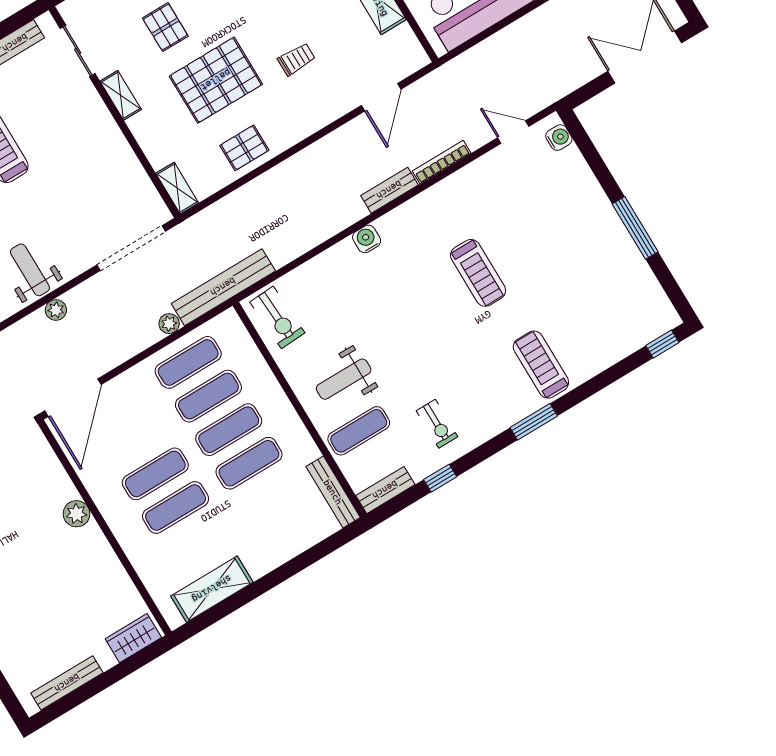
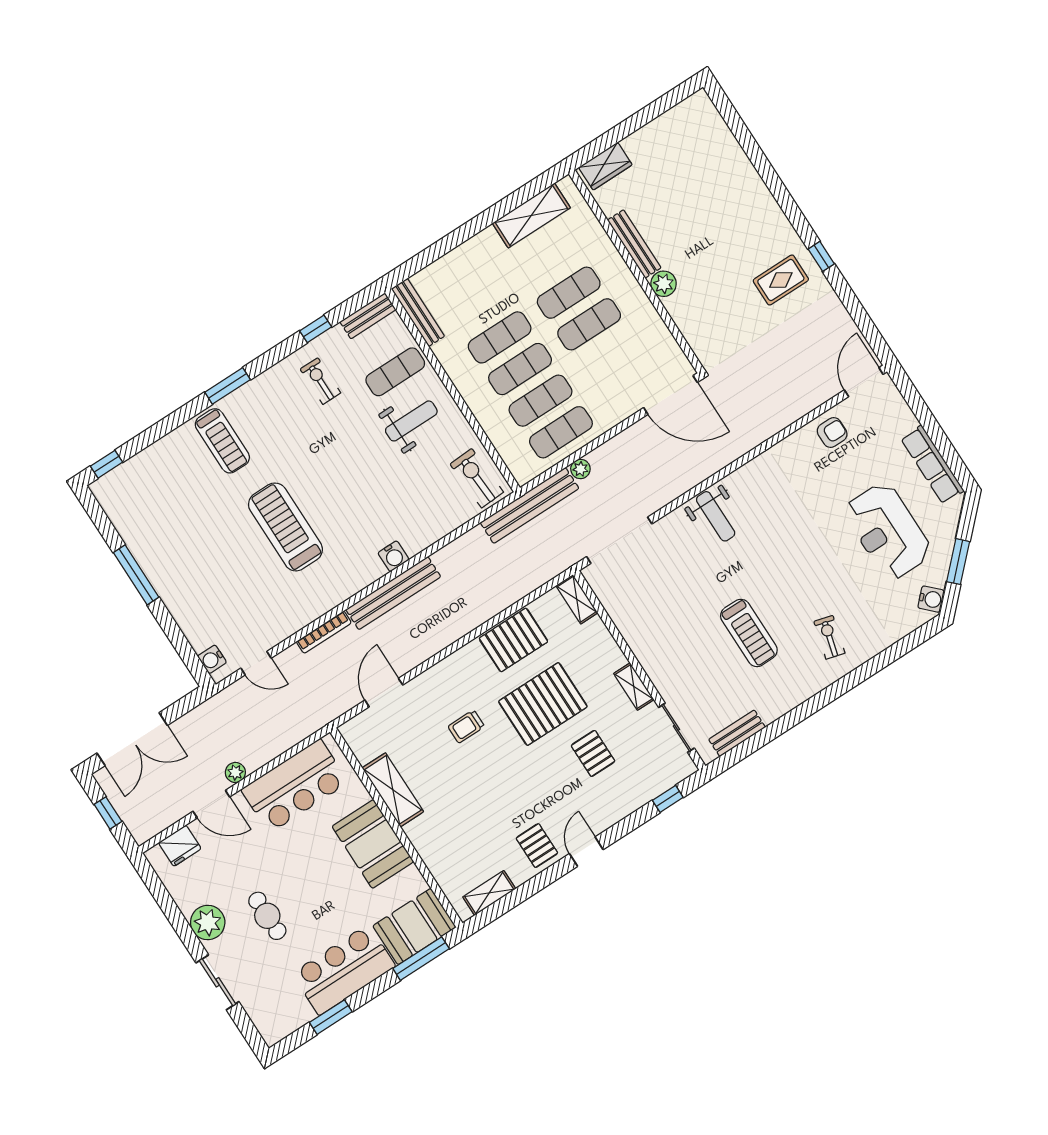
pallet: (244, 148) -> (513, 640), width x1.50, depth x1.42
bench: (389, 190) -> (393, 593), width x1.86, depth x1.21
treadmill: (478, 273) -> (285, 527), width x1.37, depth x1.38
plant: (56, 310) -> (235, 772), moved
door: (73, 398) -> (670, 395), swing flipped
bench: (67, 683) -> (634, 244), moved, turned 90

